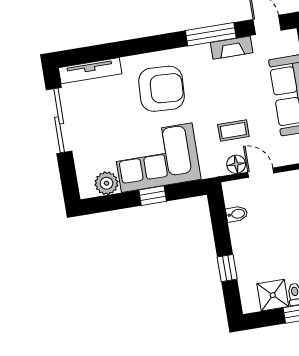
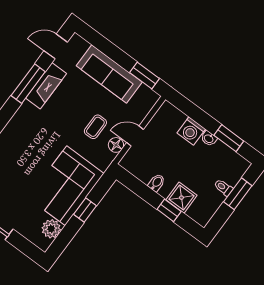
fireplace: (232, 48) -> (46, 86), width x1.37, depth x1.32
armchair: (161, 89) -> (30, 143), removed
bidet: (237, 214) -> (157, 183), moved
shower: (273, 295) -> (181, 198), moved

